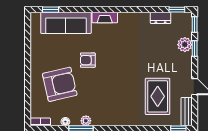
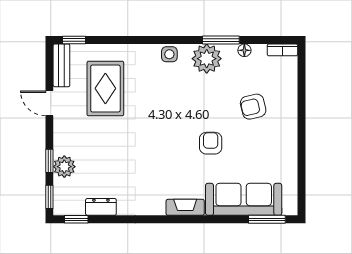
window: (51, 10) -> (267, 219), width x1.50
armchair: (88, 60) -> (211, 143), turned -90
armchair: (60, 84) -> (253, 107), width x0.53, depth x0.53
side table: (115, 119) -> (169, 54), added
plant: (86, 121) -> (207, 59), width x1.87, depth x1.87

